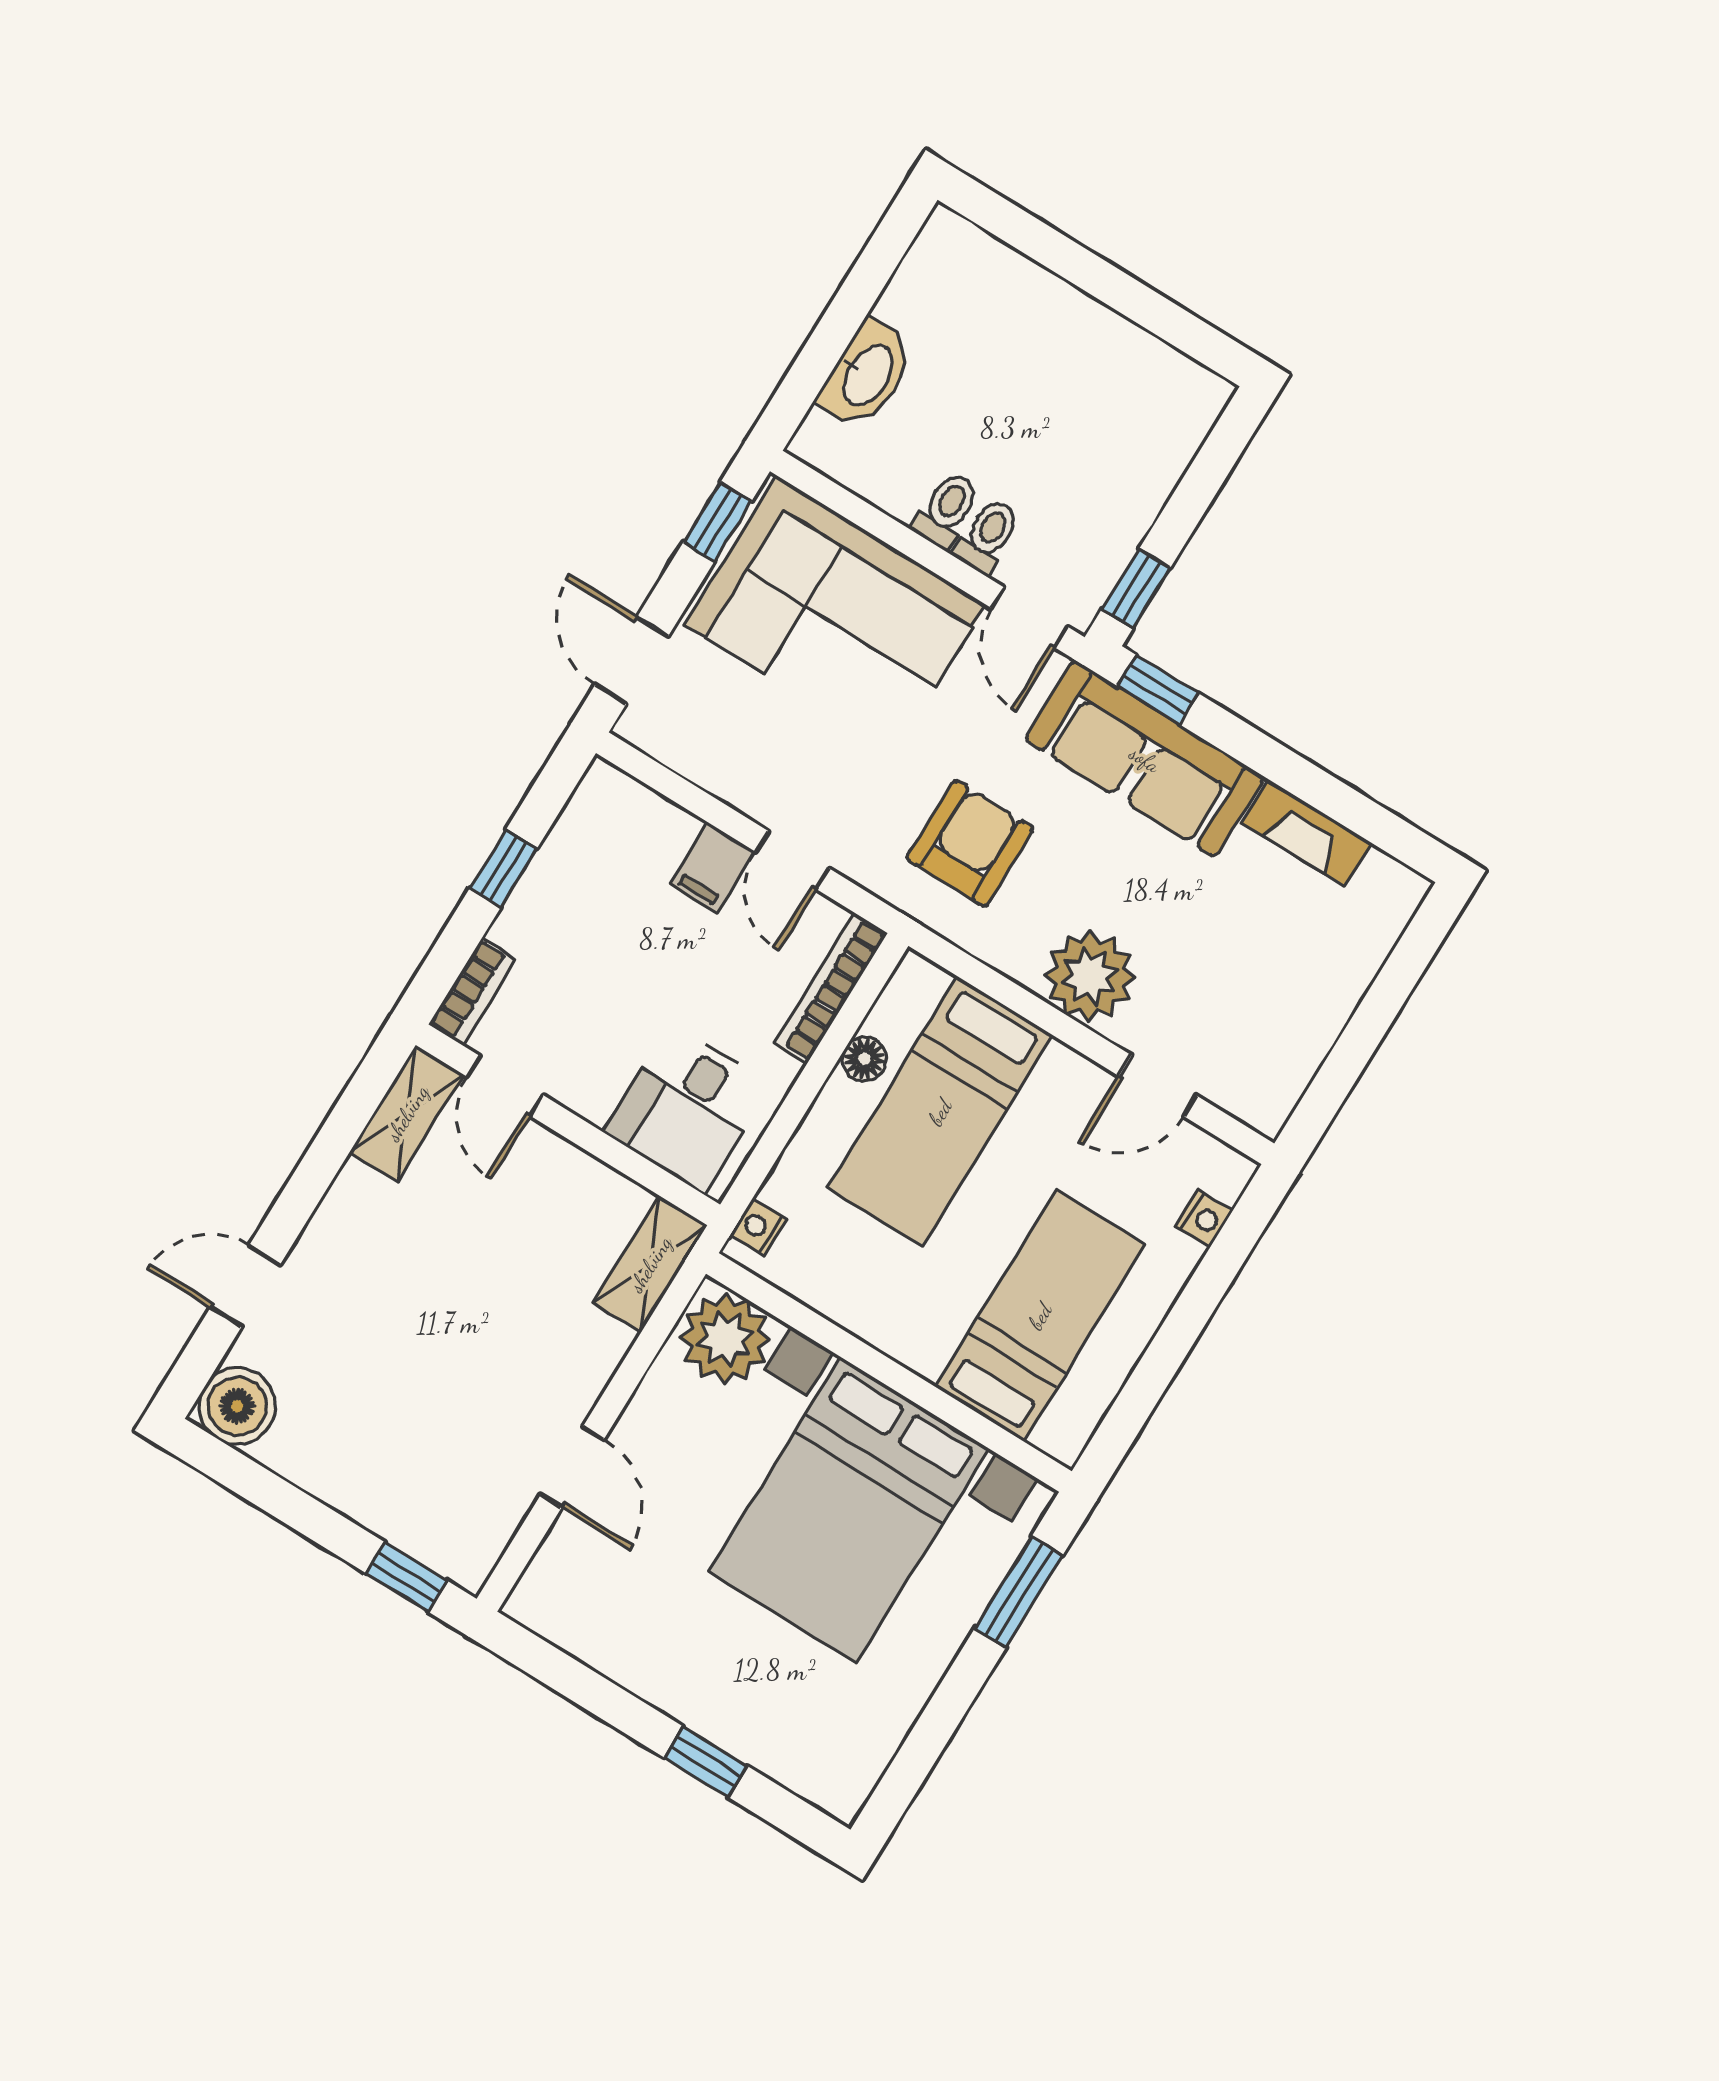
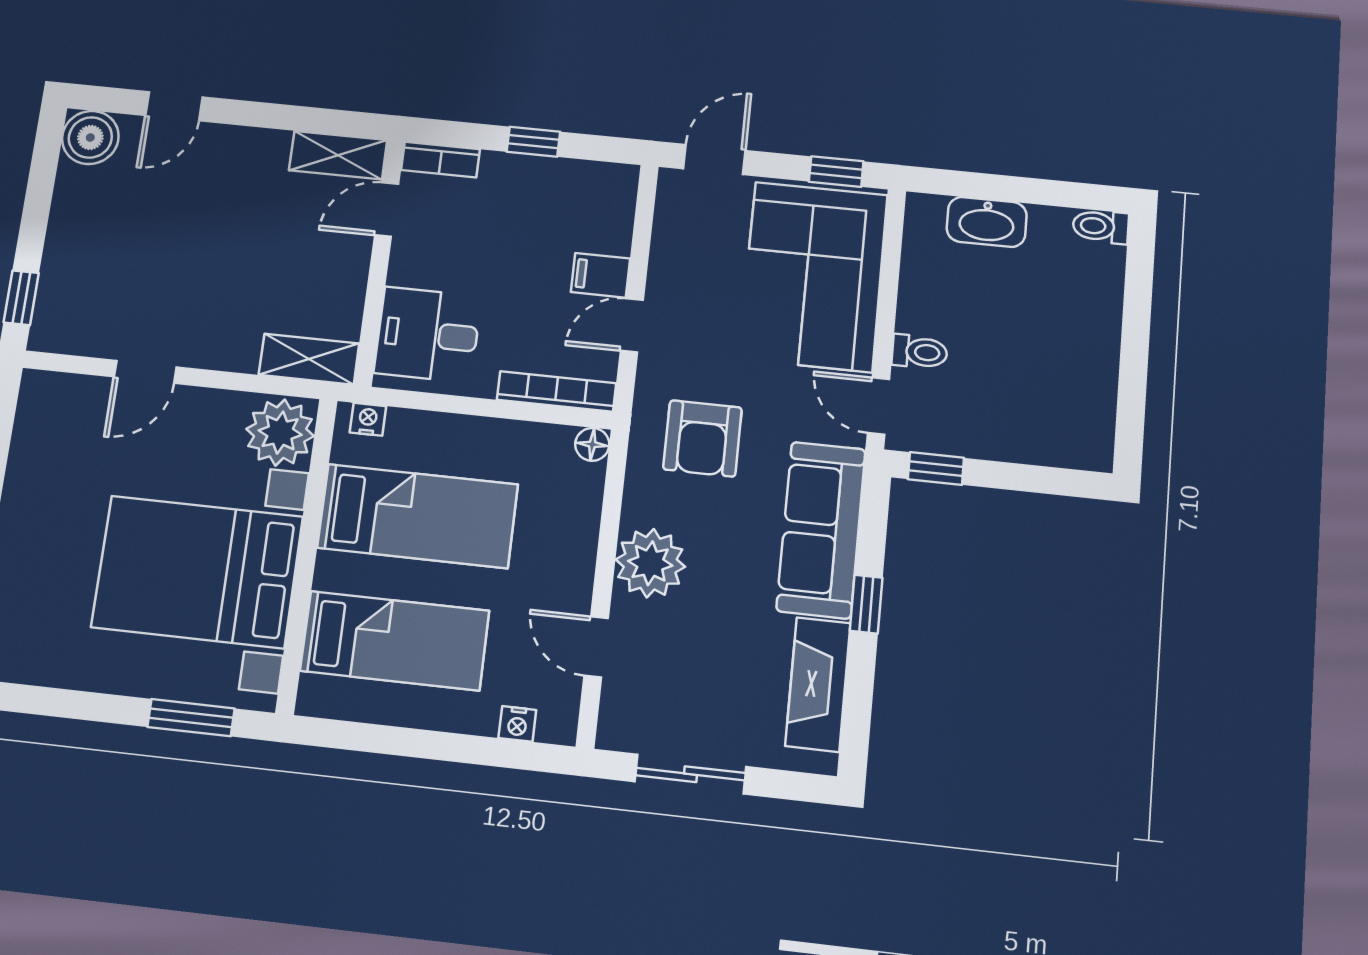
toilet: (947, 510) -> (1101, 226), moved, turned 180
door: (1030, 618) -> (878, 406), hinge flipped
window: (1158, 690) -> (866, 604), moved
fireplace: (1307, 833) -> (818, 684), width x1.37, depth x1.32
armchair: (970, 843) -> (703, 438), turned 90
sliding door: (1355, 1048) -> (691, 774), added
floor lamp: (864, 1059) -> (592, 444), moved
bed: (940, 1112) -> (418, 516), moved, turned 180
door: (245, 1286) -> (174, 106), swing flipped

